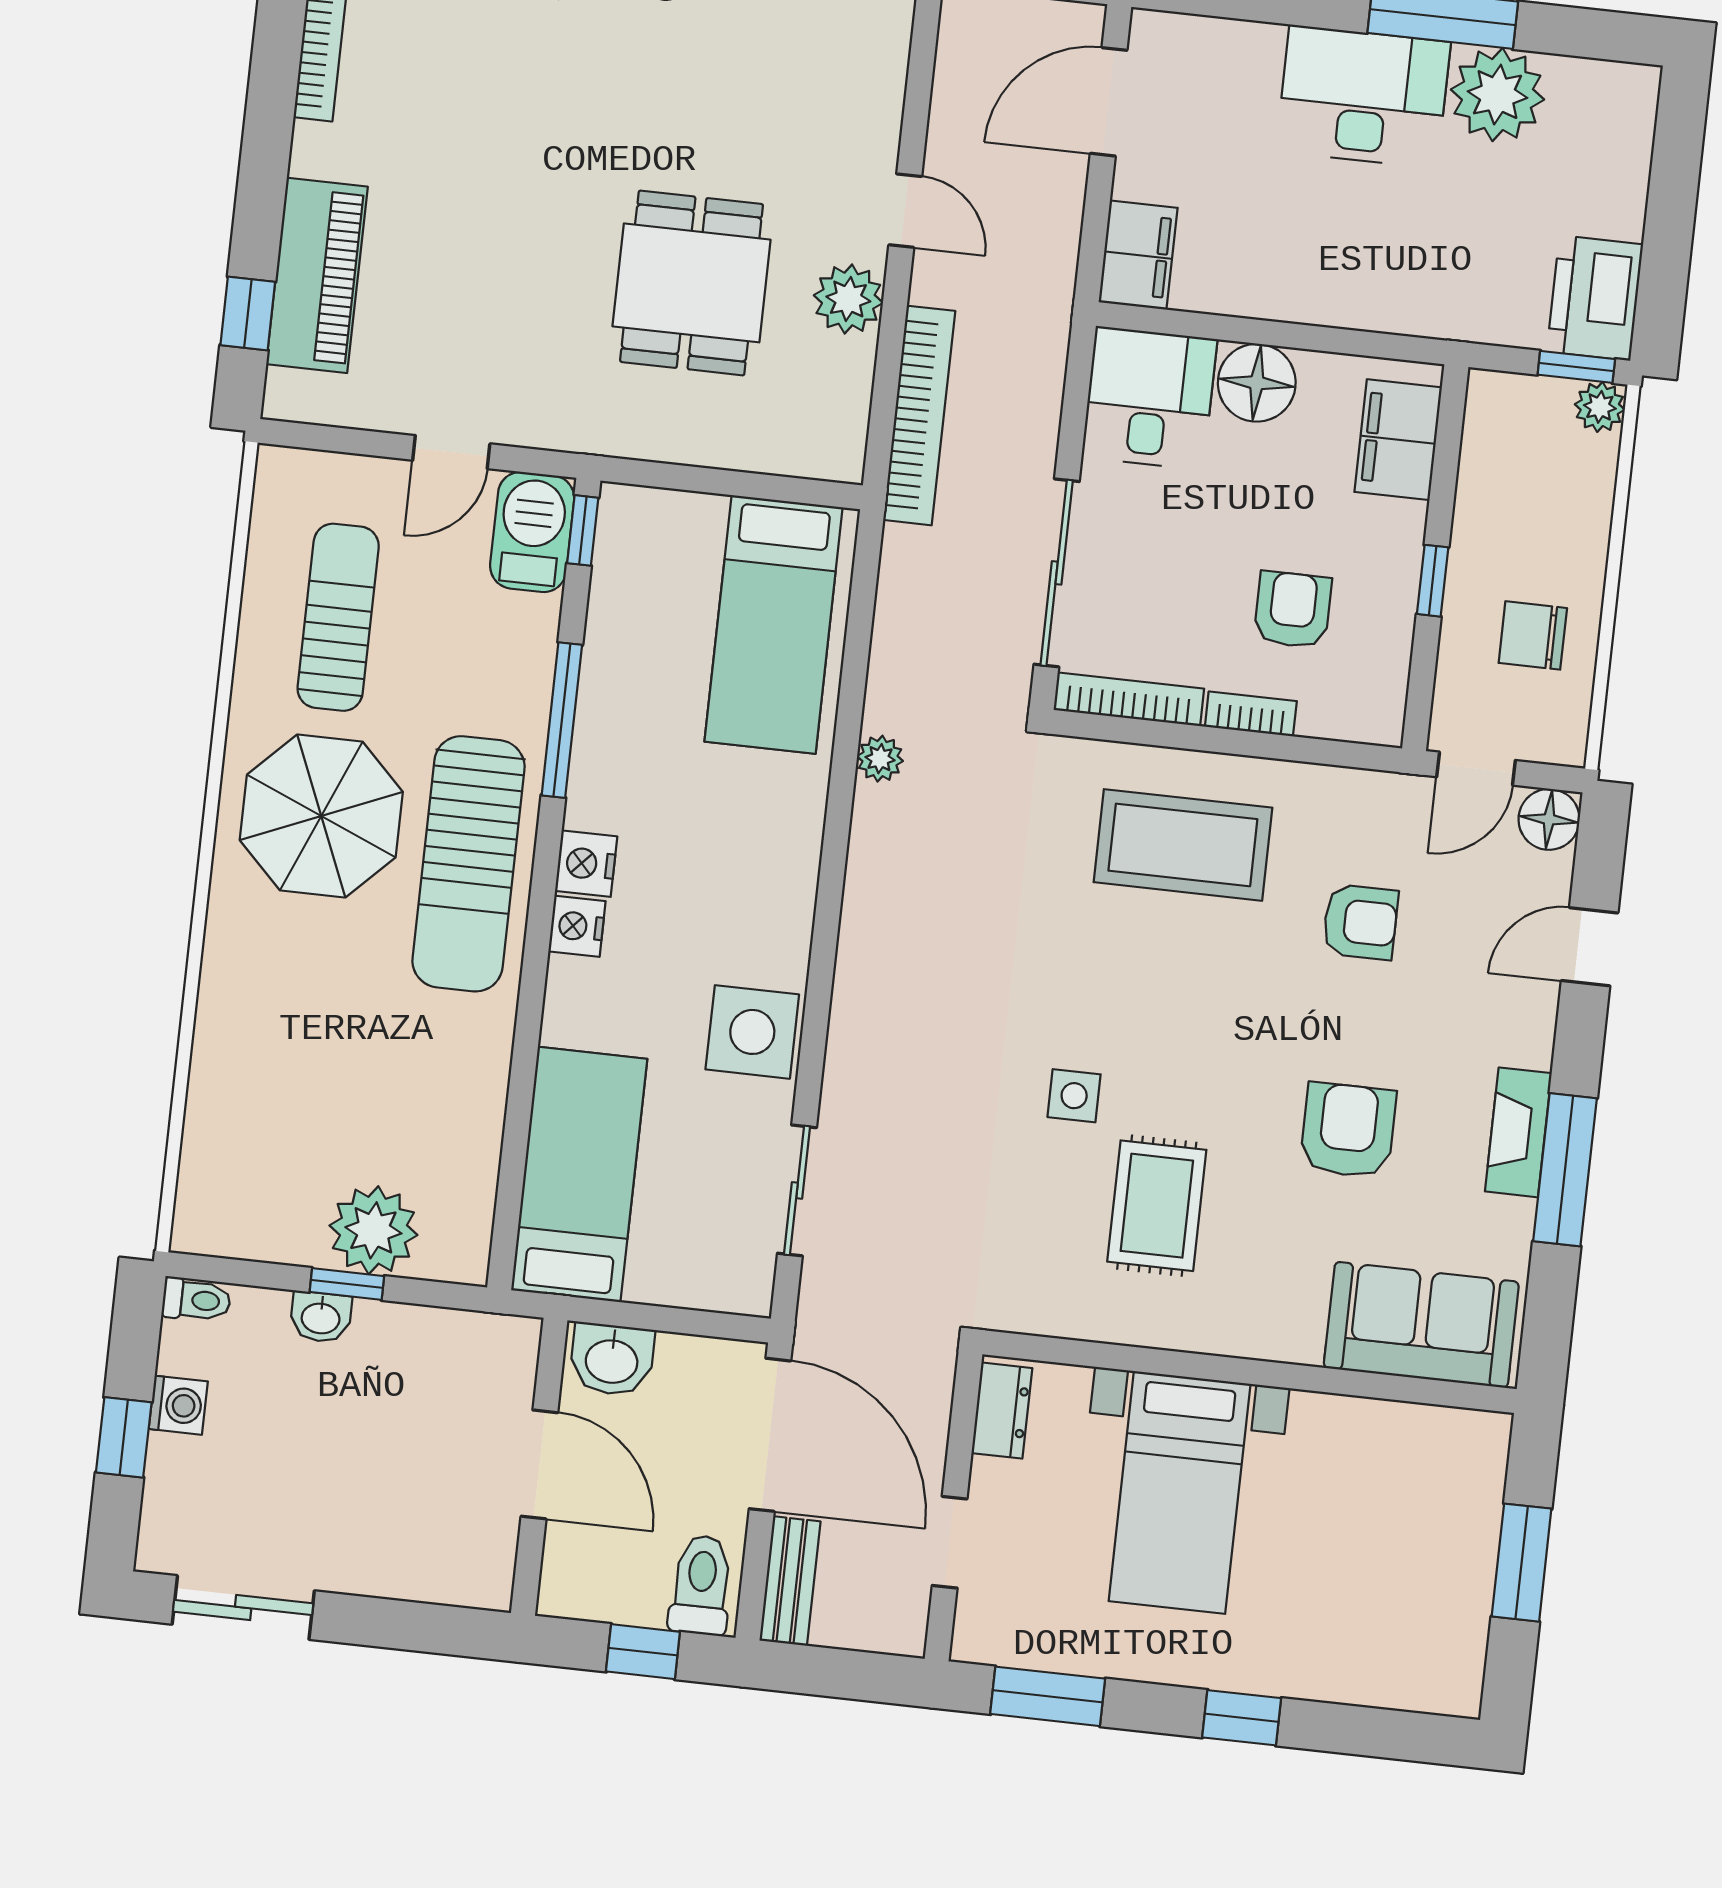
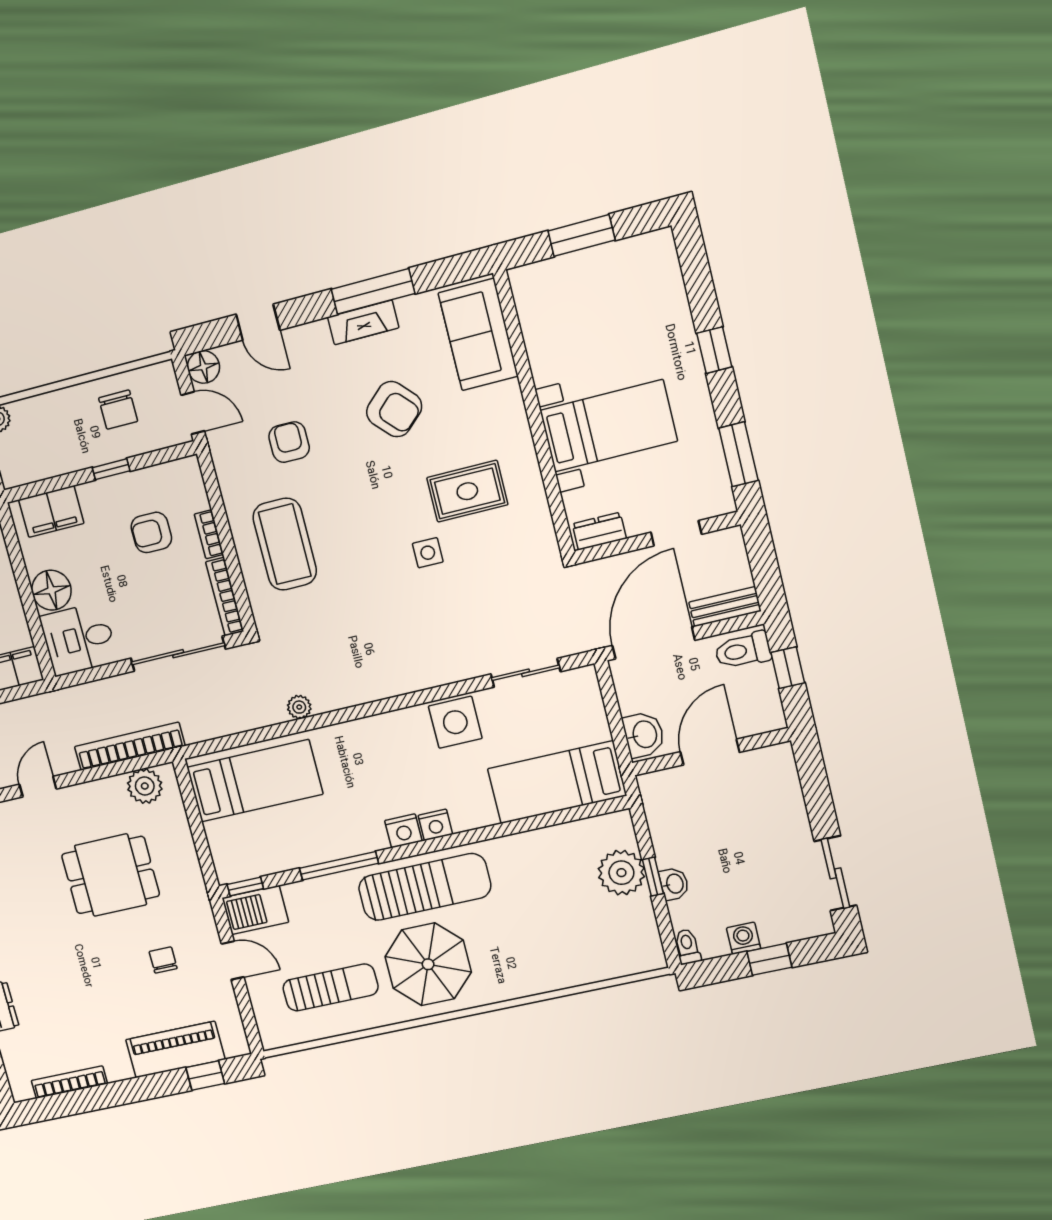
plant: (848, 299) -> (145, 786), moved
chair: (496, 320) -> (163, 960), added
sun lounger: (338, 617) -> (330, 987), turned 180
armchair: (1348, 1130) -> (394, 409), turned -133

